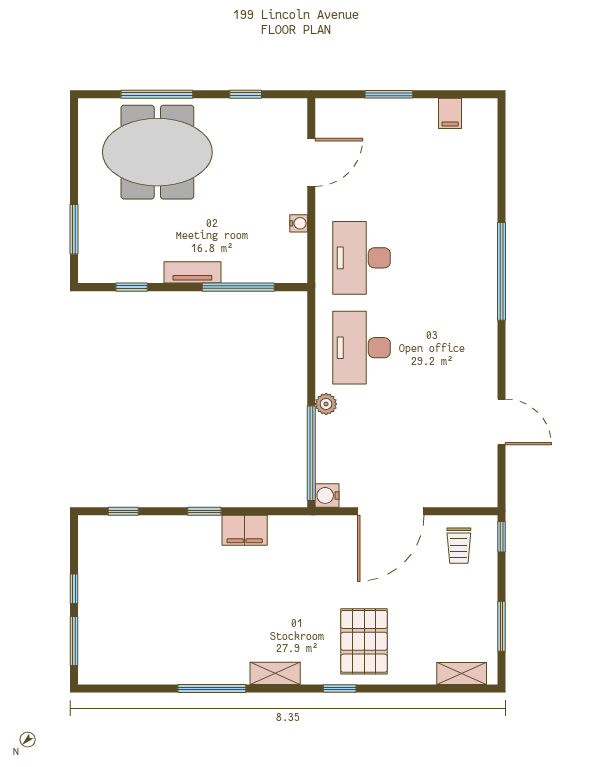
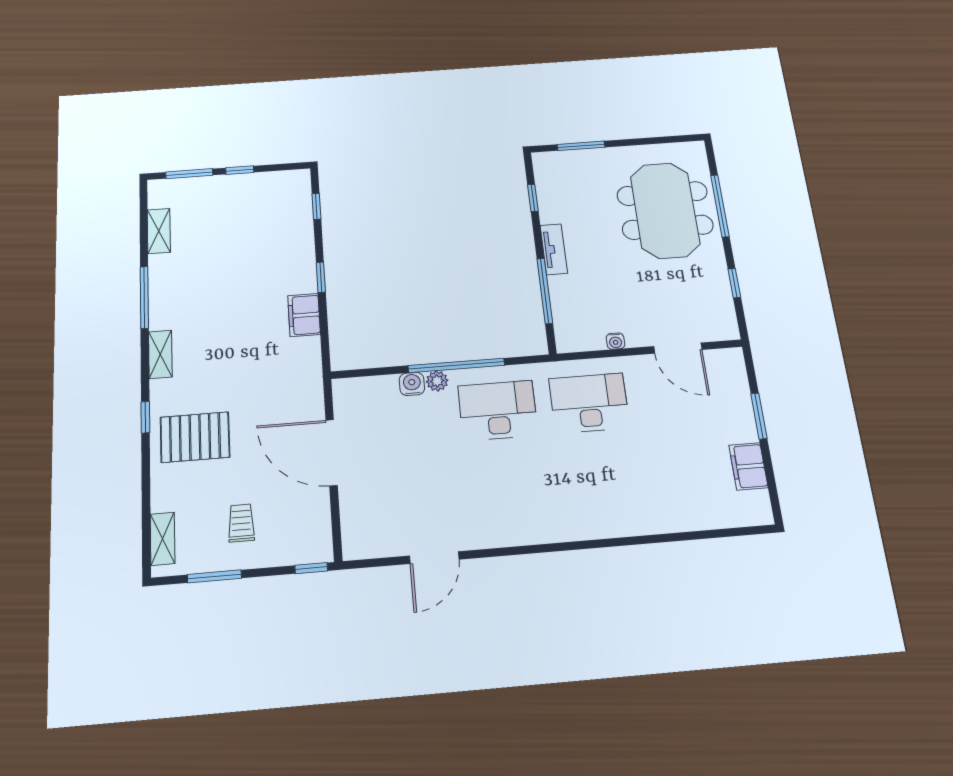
filing cabinet: (450, 113) -> (748, 466), width x2.00
window: (502, 271) -> (594, 544), removed
window: (311, 453) -> (456, 365), moved
water cooler: (327, 495) -> (412, 384), moved
trolley: (459, 546) -> (241, 523), moved, turned 90
shelving: (138, 673) -> (159, 231), added

